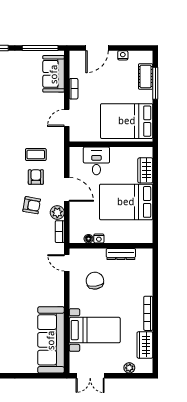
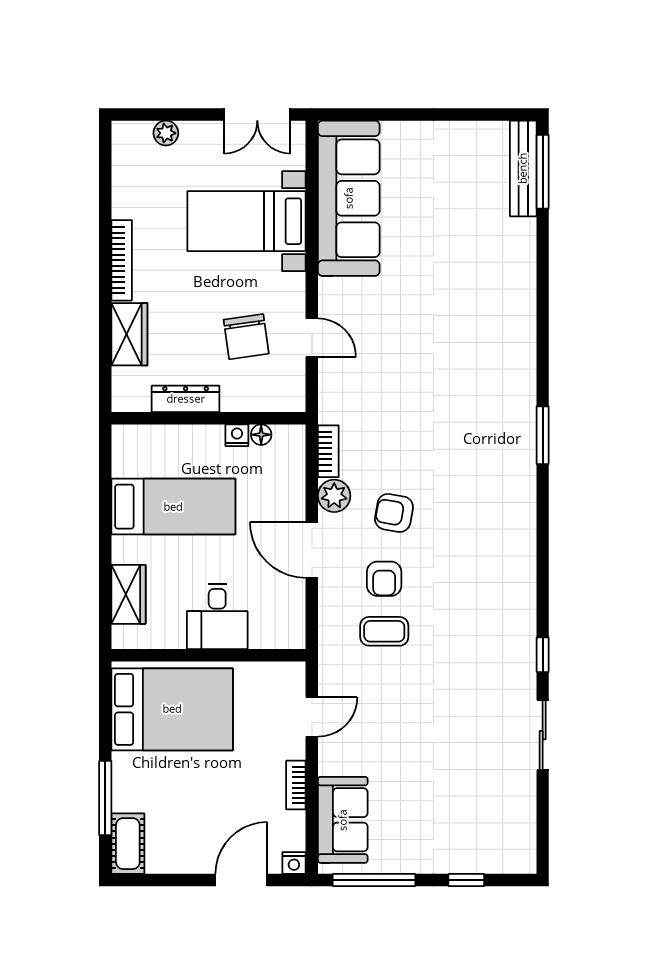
nightstand: (123, 55) -> (294, 863), moved
cot: (146, 76) -> (128, 844), moved
desk: (96, 161) -> (217, 616), moved
bed: (126, 202) -> (173, 507), width x0.67
door: (67, 263) -> (312, 337), moved
wardrobe: (145, 345) -> (129, 334), moved
double door: (90, 376) -> (257, 115), swing flipped

